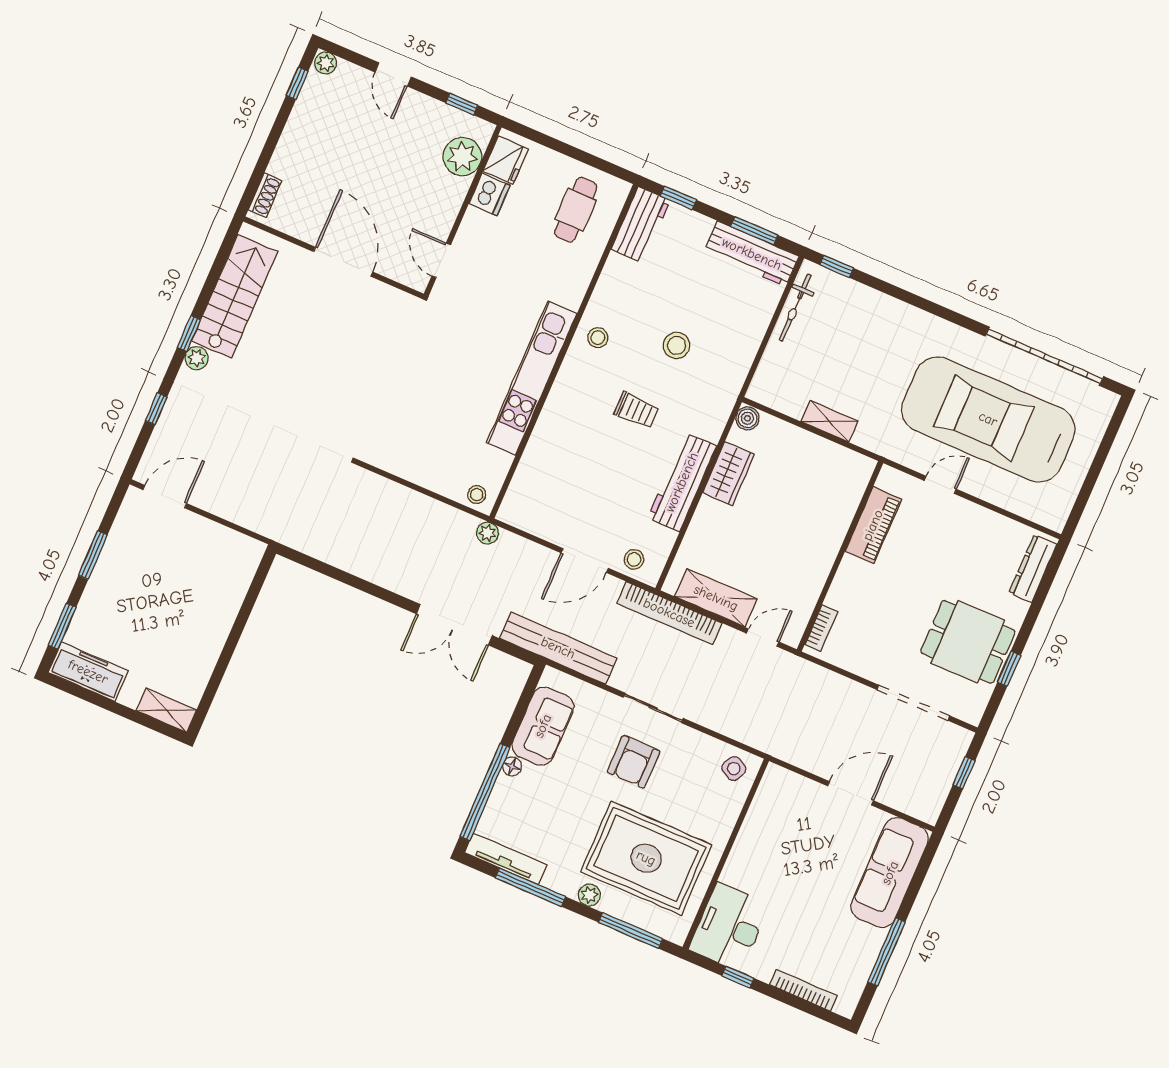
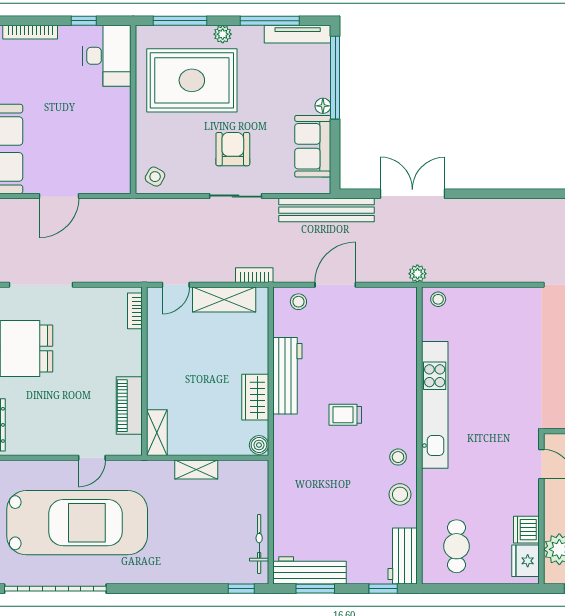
stool: (677, 345) -> (400, 494), moved
shelving: (856, 482) -> (157, 433), added
bookcase: (669, 613) -> (254, 275), width x0.43, depth x0.76

